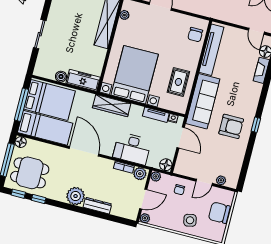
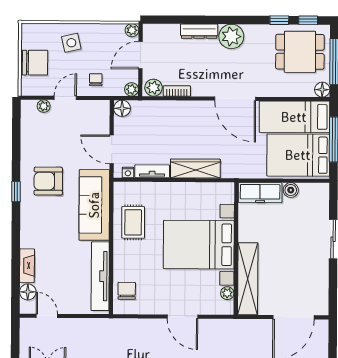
bed with nightstands: (135, 75) -> (199, 245), moved, turned 90
wardrobe: (112, 106) -> (195, 169), moved
desk: (132, 148) -> (172, 119), removed

